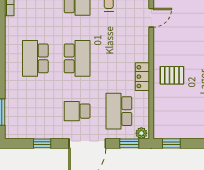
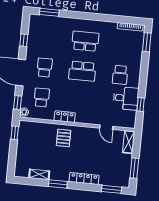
school desk: (119, 111) -> (42, 97), width x0.54

